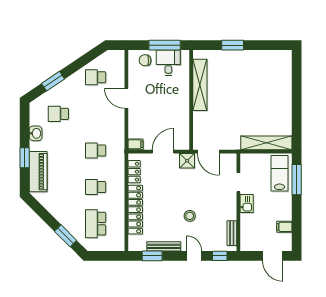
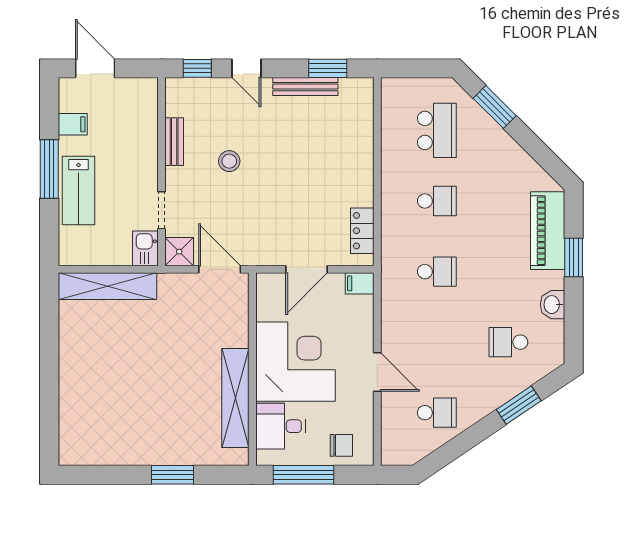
desk: (168, 63) -> (280, 426), moved, turned 90
corner desk: (169, 104) -> (296, 362), added
school desk: (58, 114) -> (508, 342), turned 180
shower: (187, 161) -> (179, 252), moved
lab bench: (280, 173) -> (79, 190), moved
window: (297, 180) -> (49, 169), moved
kitchen sink: (247, 204) -> (145, 248), moved
locker: (135, 210) -> (360, 157), removed
stool: (190, 216) -> (229, 161), moved
bench: (232, 233) -> (174, 142), moved

